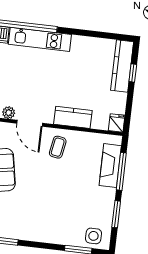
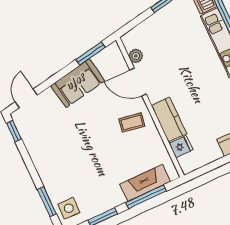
door: (30, 123) -> (138, 82), hinge flipped
fridge: (117, 123) -> (181, 147), moved

